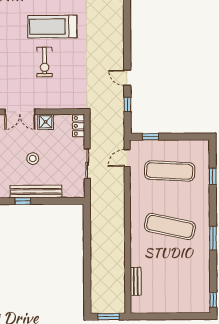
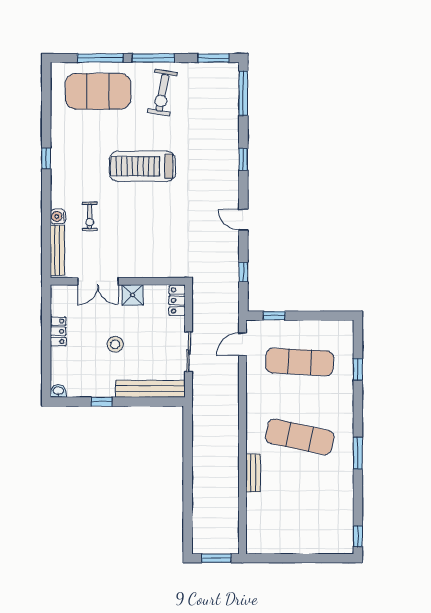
window: (127, 21) -> (243, 159), added
exercise bike: (45, 62) -> (90, 217), moved, width x0.73, depth x0.72
door: (127, 78) -> (243, 220), moved
bench: (36, 191) -> (150, 389), moved
bench: (136, 281) -> (253, 473), moved

